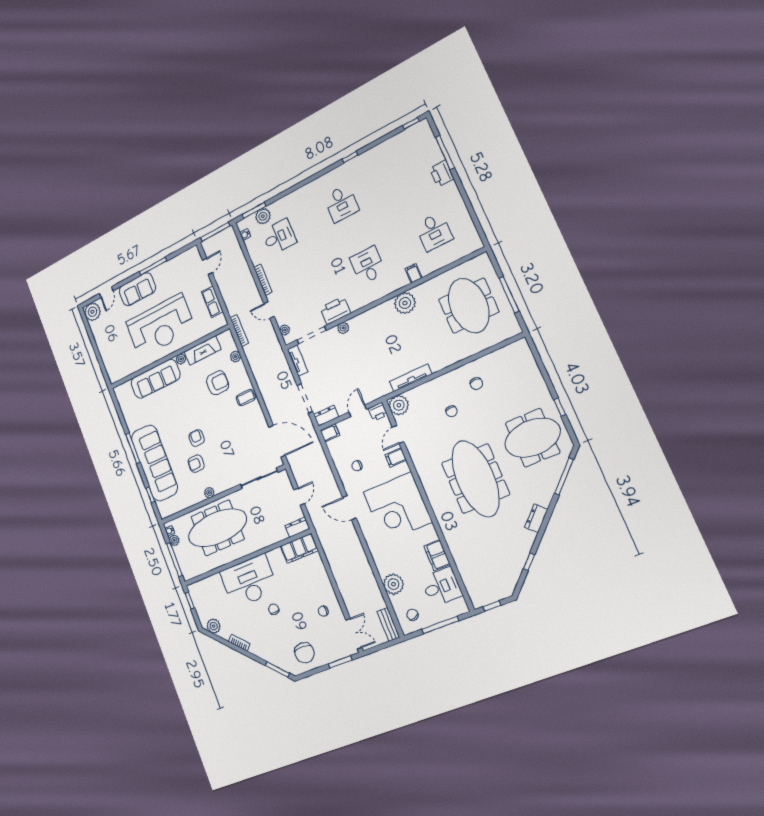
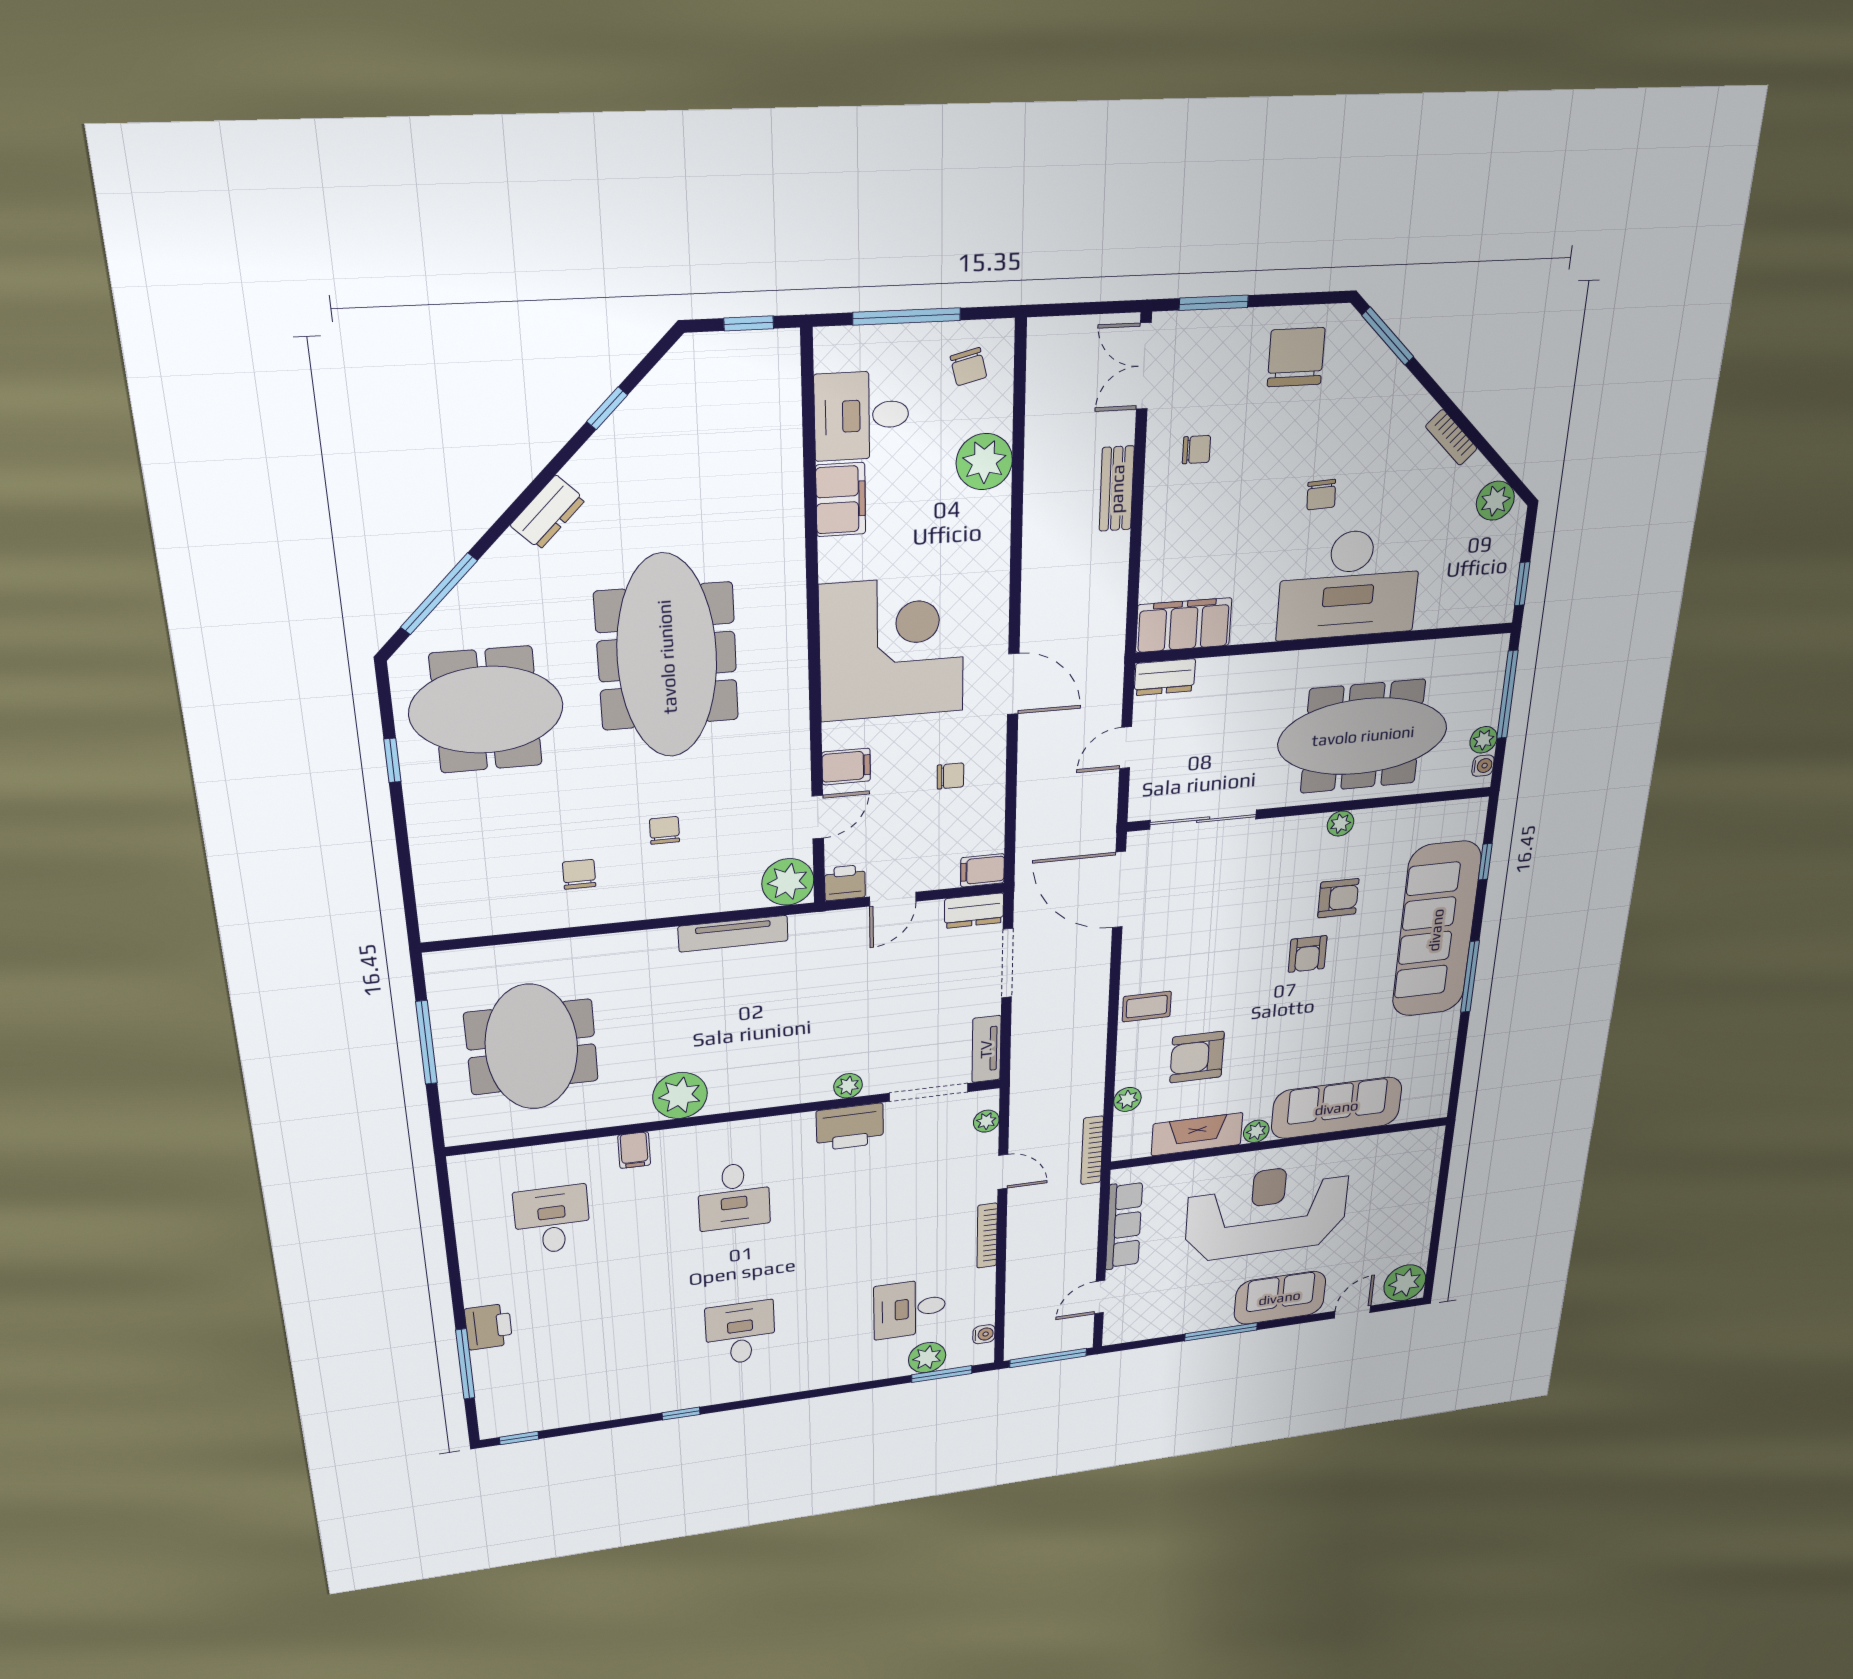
row of seats: (212, 302) -> (1124, 1226), width x1.48
bench: (388, 624) -> (1117, 489), moved

